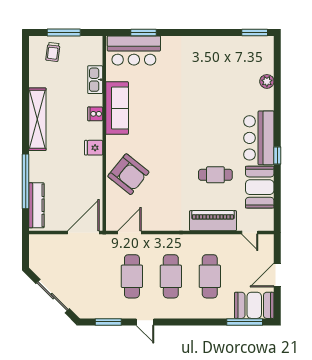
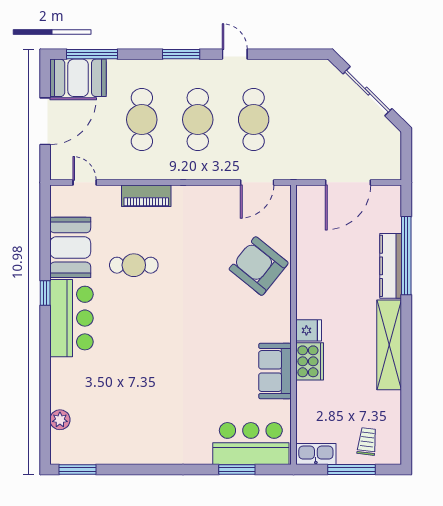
kitchen sink: (95, 80) -> (316, 454), moved, turned -90
plant: (267, 81) -> (60, 420), moved
sofa: (117, 108) -> (275, 371), width x0.73
cooker: (95, 114) -> (310, 361), width x1.87, depth x1.31
fridge: (94, 148) -> (309, 330), moved
kitchen counter: (36, 205) -> (391, 266), moved
piano: (213, 221) -> (146, 196), width x0.73, depth x0.75
door: (83, 232) -> (348, 182), moved
door: (277, 275) -> (45, 121), width x1.36
window: (108, 322) -> (181, 54), moved

